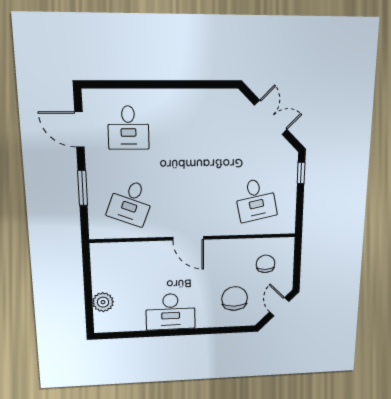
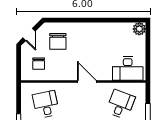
plant: (103, 302) -> (139, 29), moved
desk: (171, 312) -> (128, 69), moved, turned 180

